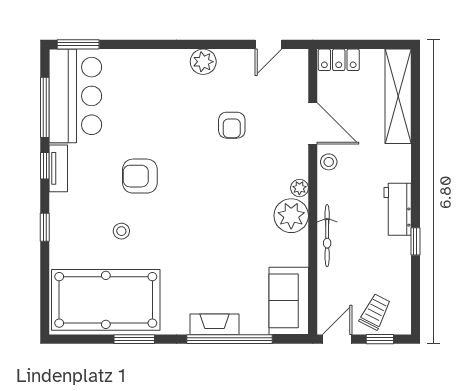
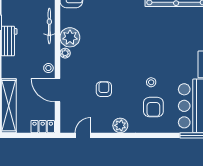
armchair: (140, 176) -> (153, 107), moved, turned 90
stool: (121, 231) -> (151, 82), moved

